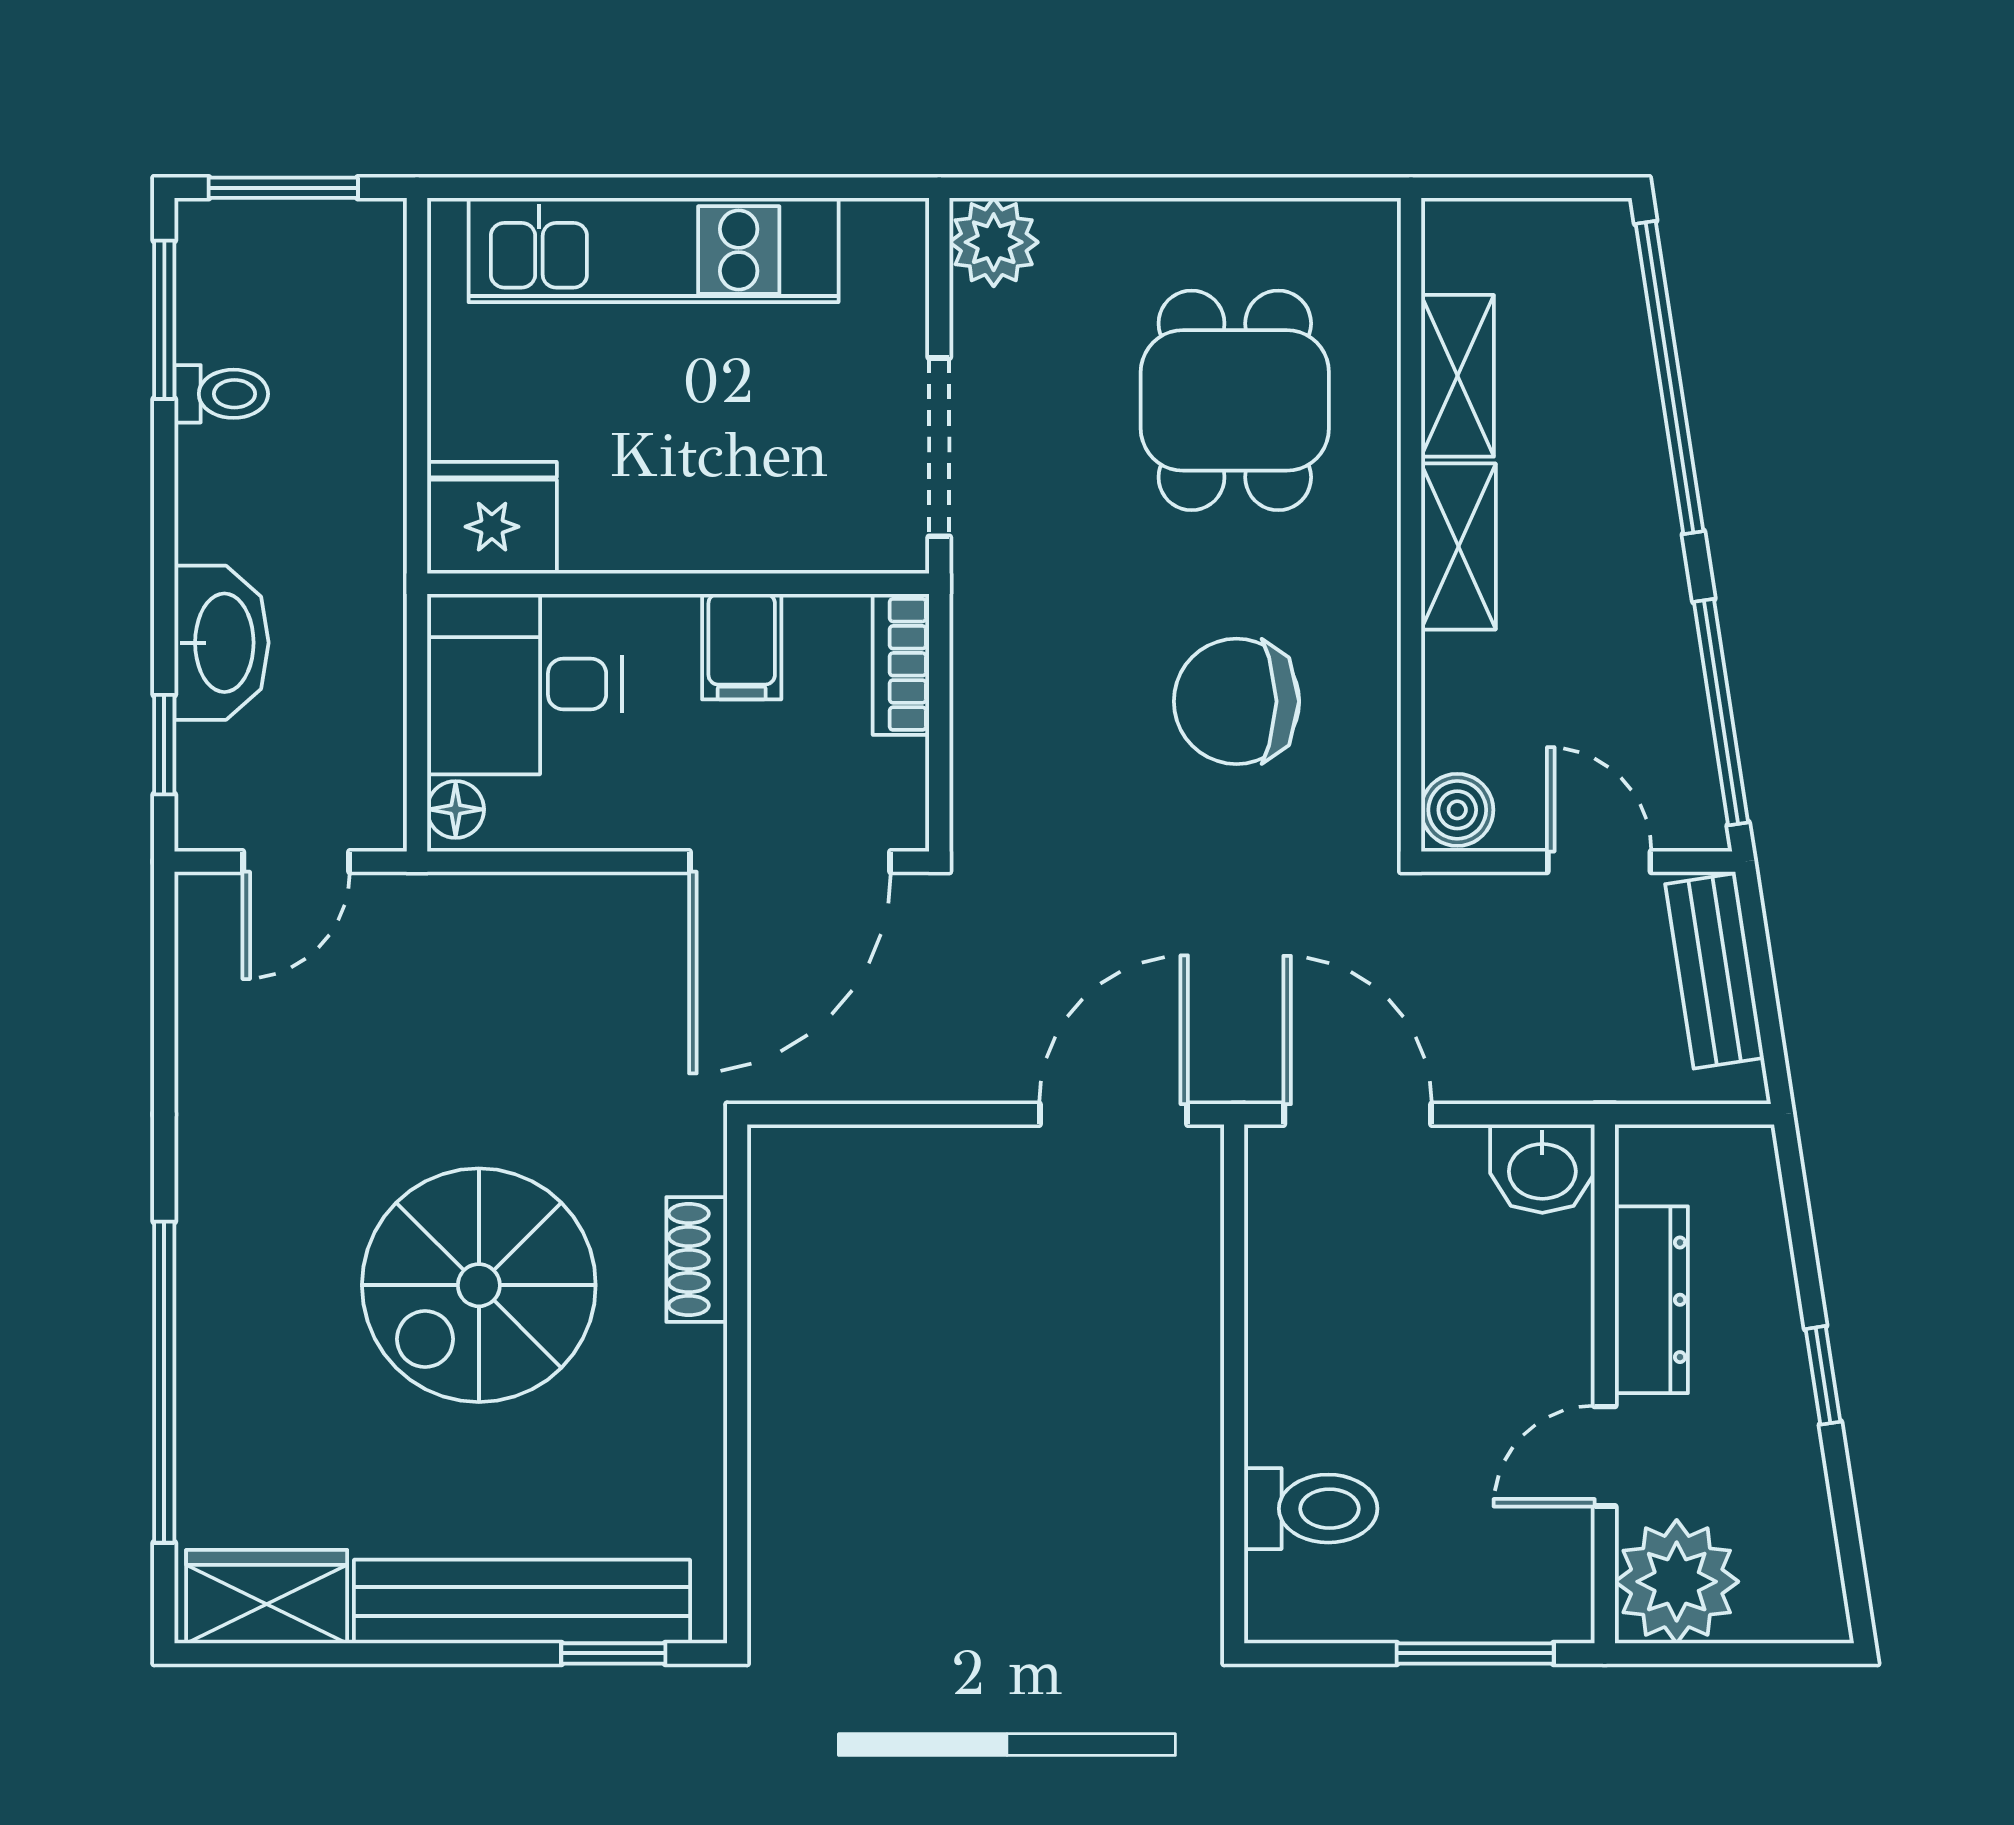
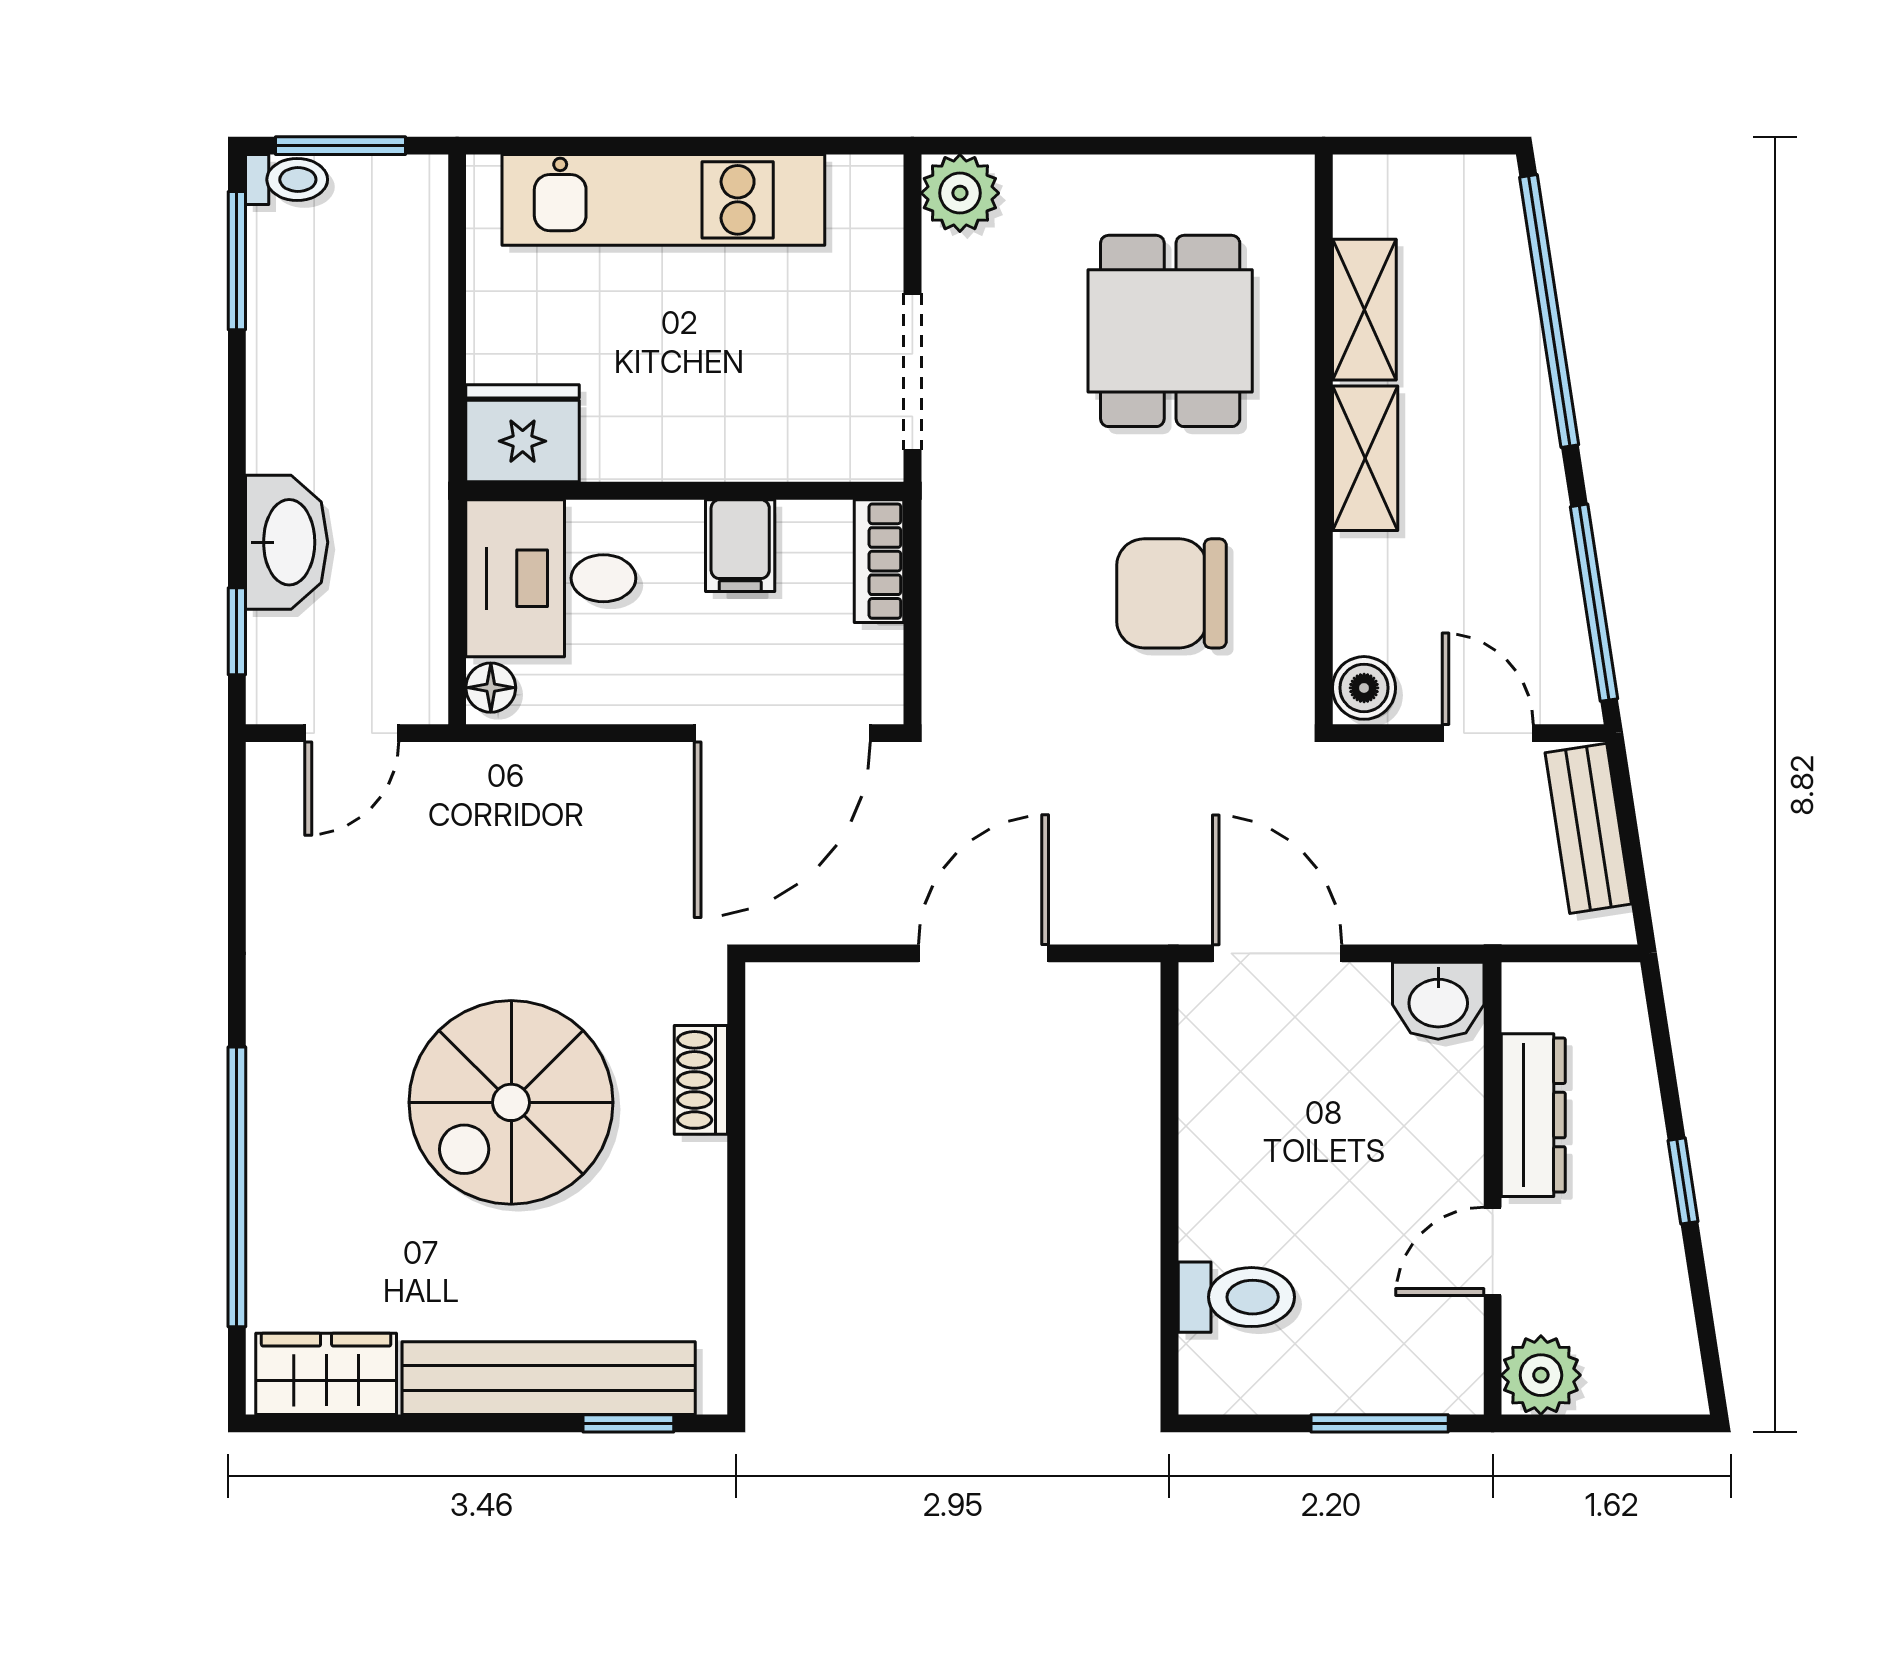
toilet: (221, 394) -> (287, 180), moved
door: (1113, 1114) -> (984, 953), moved
plant: (1677, 1582) -> (1541, 1375), width x0.73, depth x0.73

